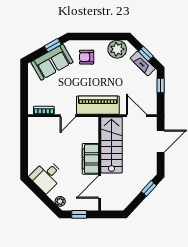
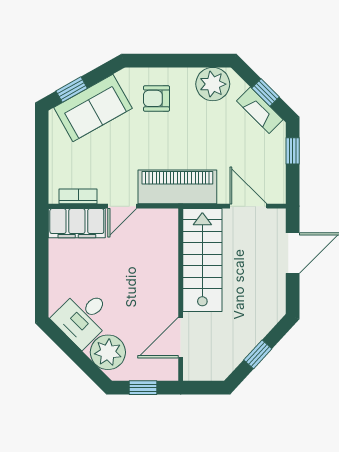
window: (53, 45) -> (72, 90), moved
filing cabinet: (90, 159) -> (77, 223), moved, turned -90
window: (149, 188) -> (258, 354), moved
plant: (60, 201) -> (108, 352), width x1.88, depth x1.88

